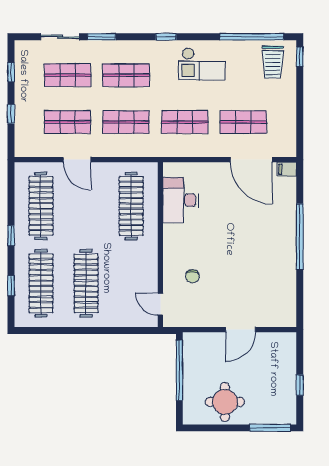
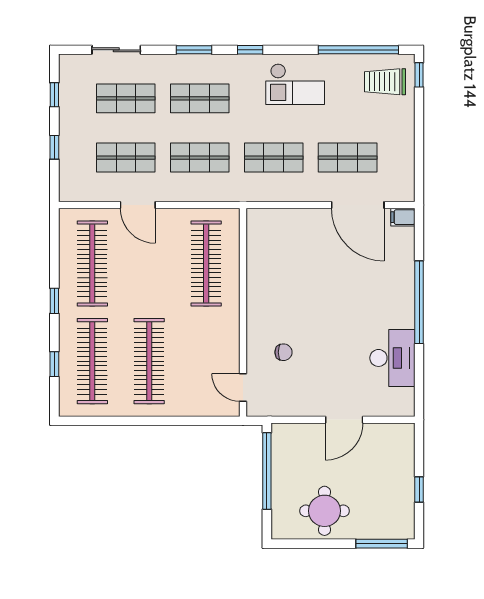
window: (102, 37) -> (194, 50), moved
trolley: (273, 62) -> (385, 82), turned 90
desk: (181, 200) -> (392, 358), moved, turned 180
chair: (192, 276) -> (283, 352), turned -90

